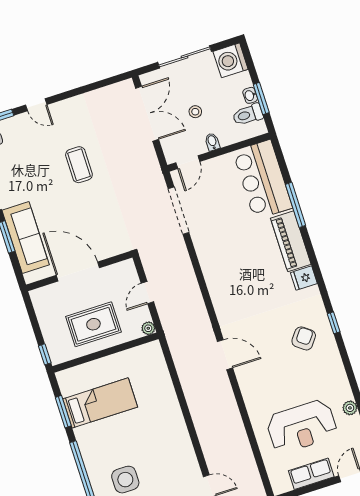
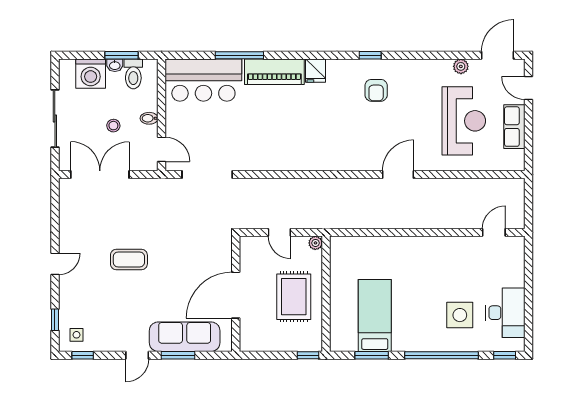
washing machine: (231, 60) -> (91, 74), moved
door: (36, 105) -> (55, 264), moved
armchair: (304, 338) -> (376, 90), turned -127
door: (225, 355) -> (398, 175), moved

